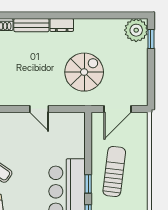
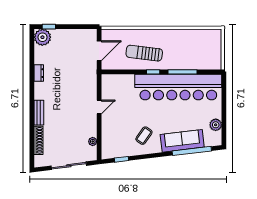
dresser: (62, 25) -> (39, 73), moved
spiral stairs: (84, 72) -> (73, 75), removed
door: (117, 109) -> (99, 51), hinge flipped

